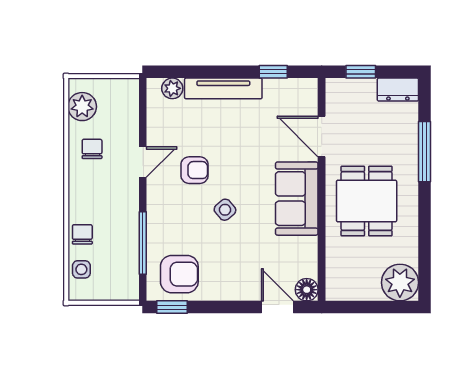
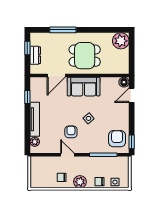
window: (361, 72) -> (27, 48), moved
dresser: (398, 90) -> (35, 55), moved
plant: (82, 107) -> (80, 182), moved

